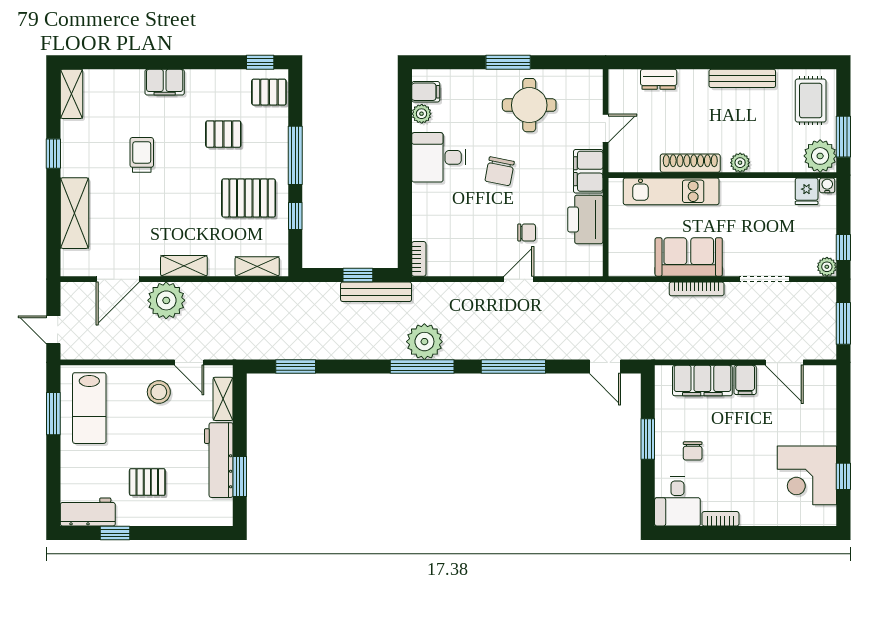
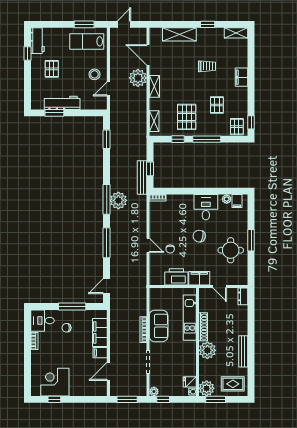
dresser: (659, 79) -> (243, 296), moved
plant: (740, 163) -> (207, 350), width x1.88, depth x1.88
shelving: (223, 399) -> (91, 105), removed
window: (648, 439) -> (72, 306), width x1.44

